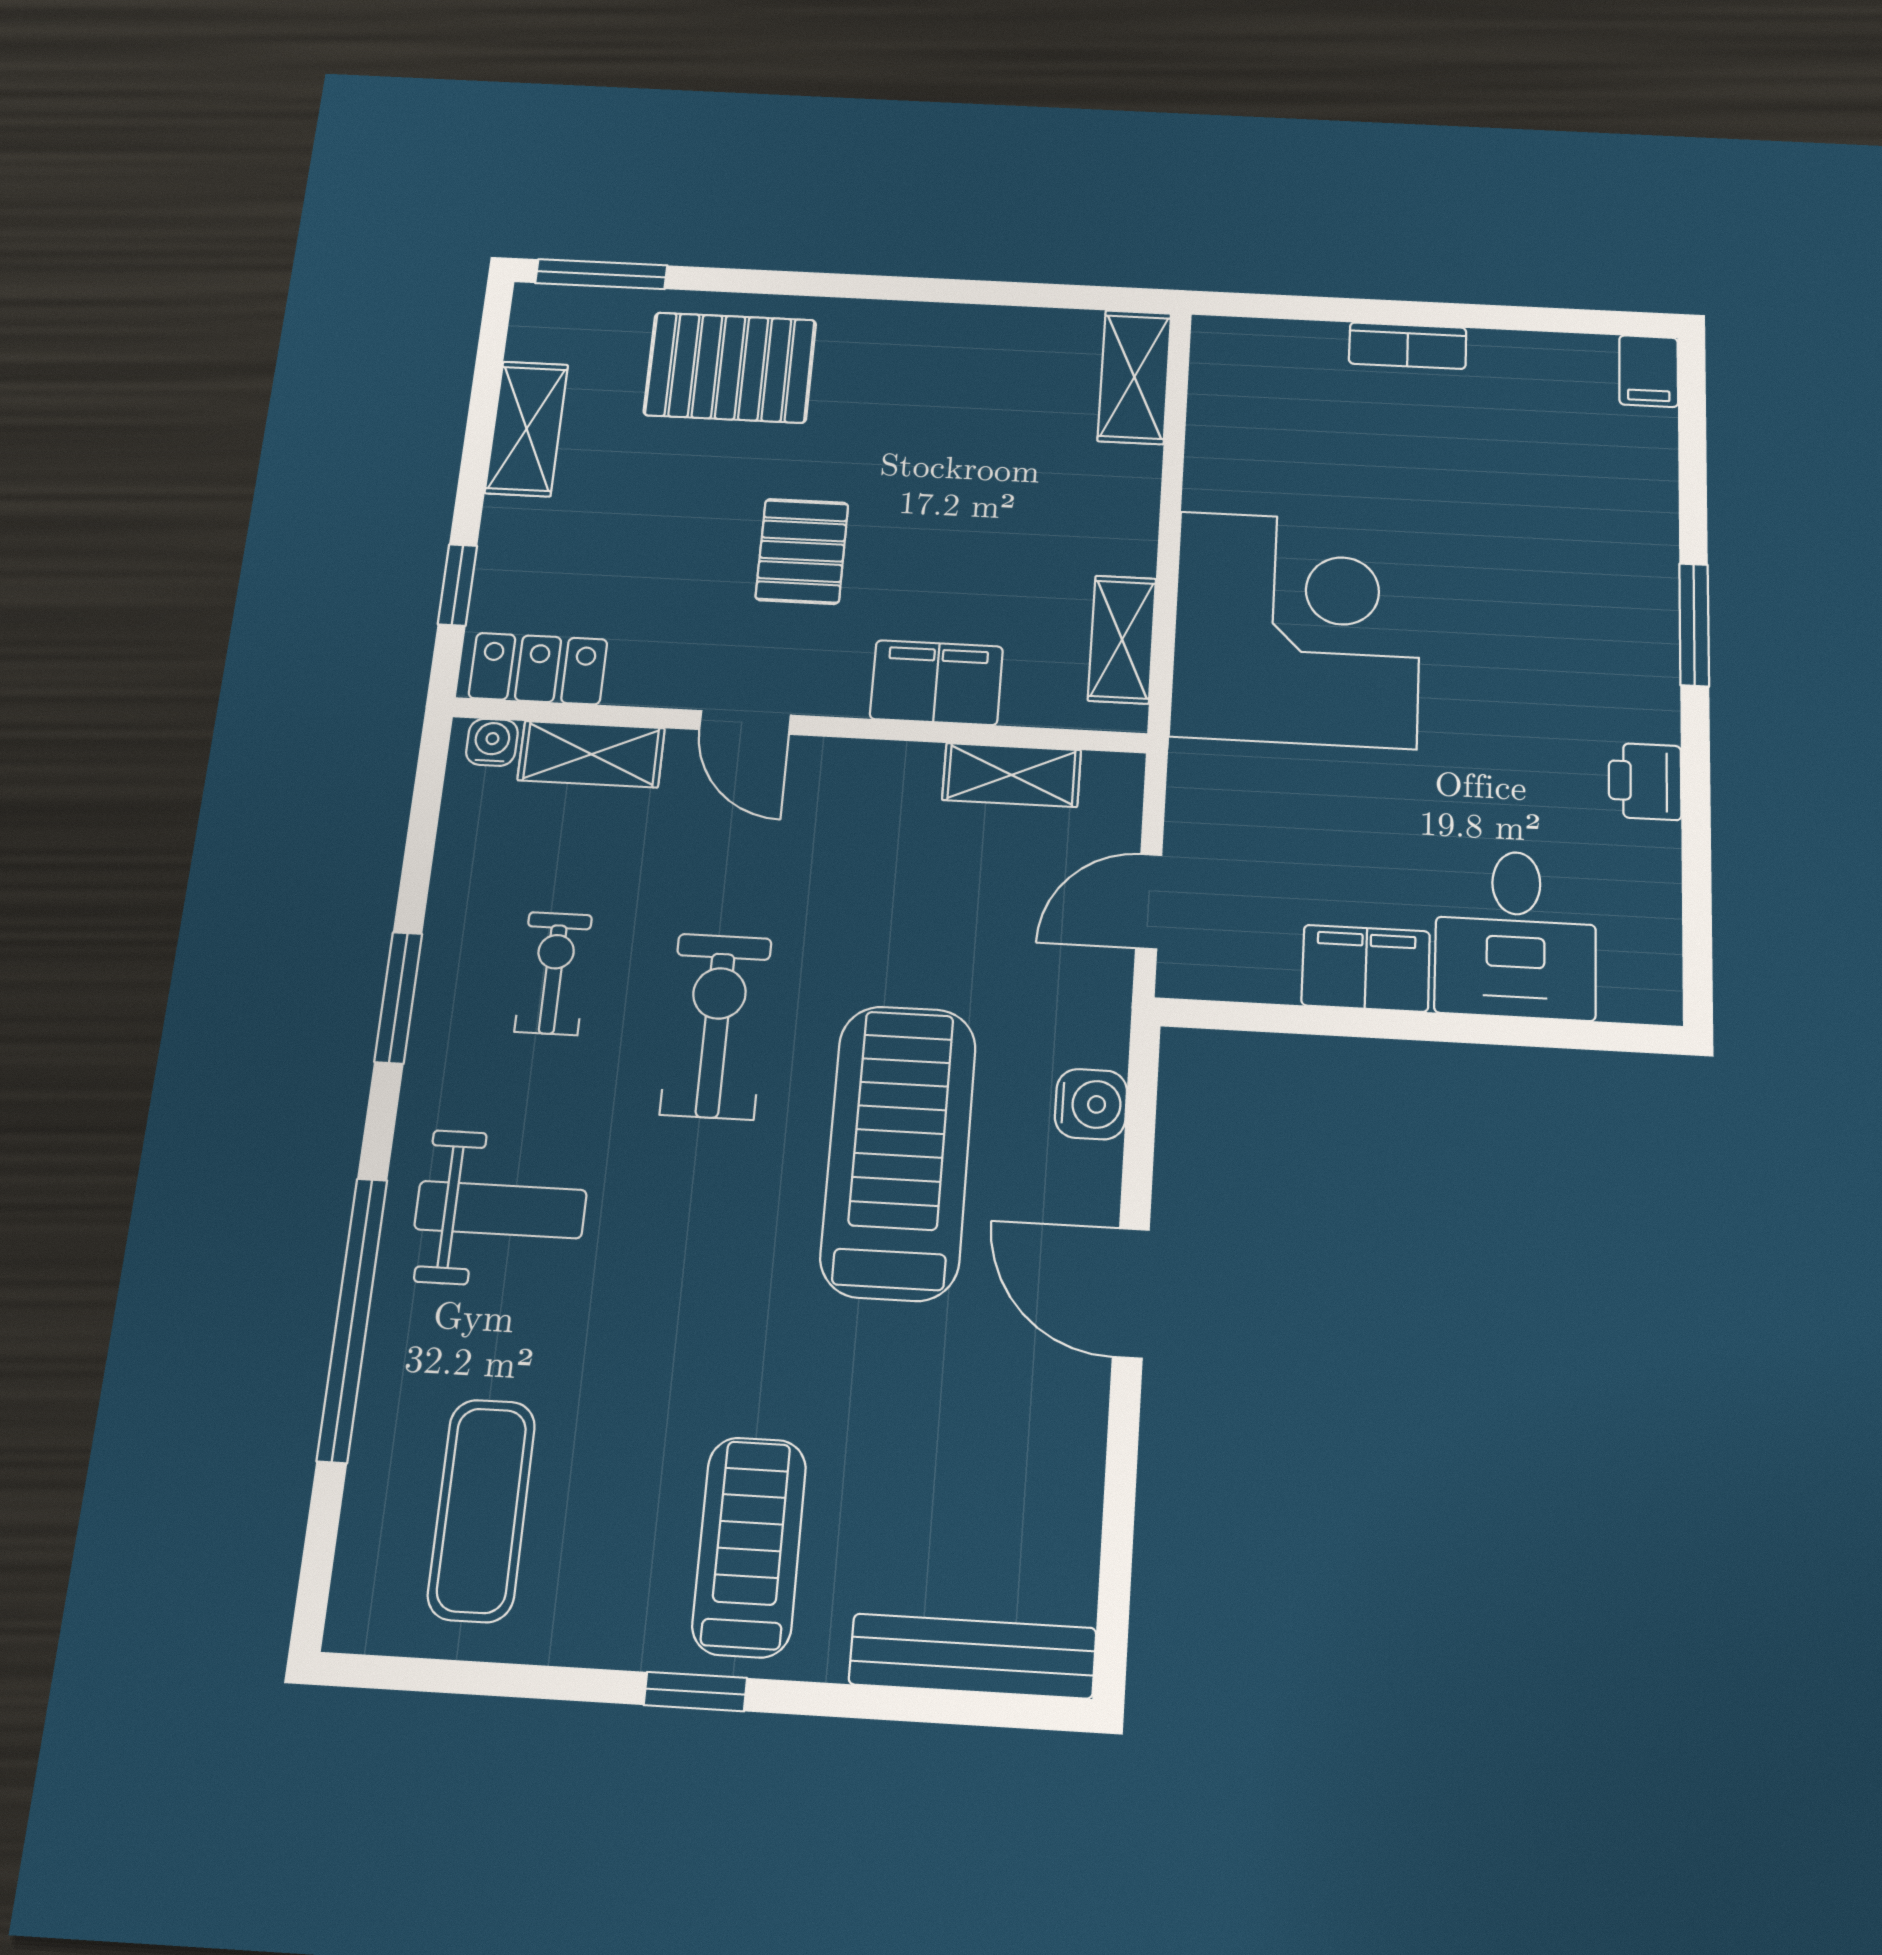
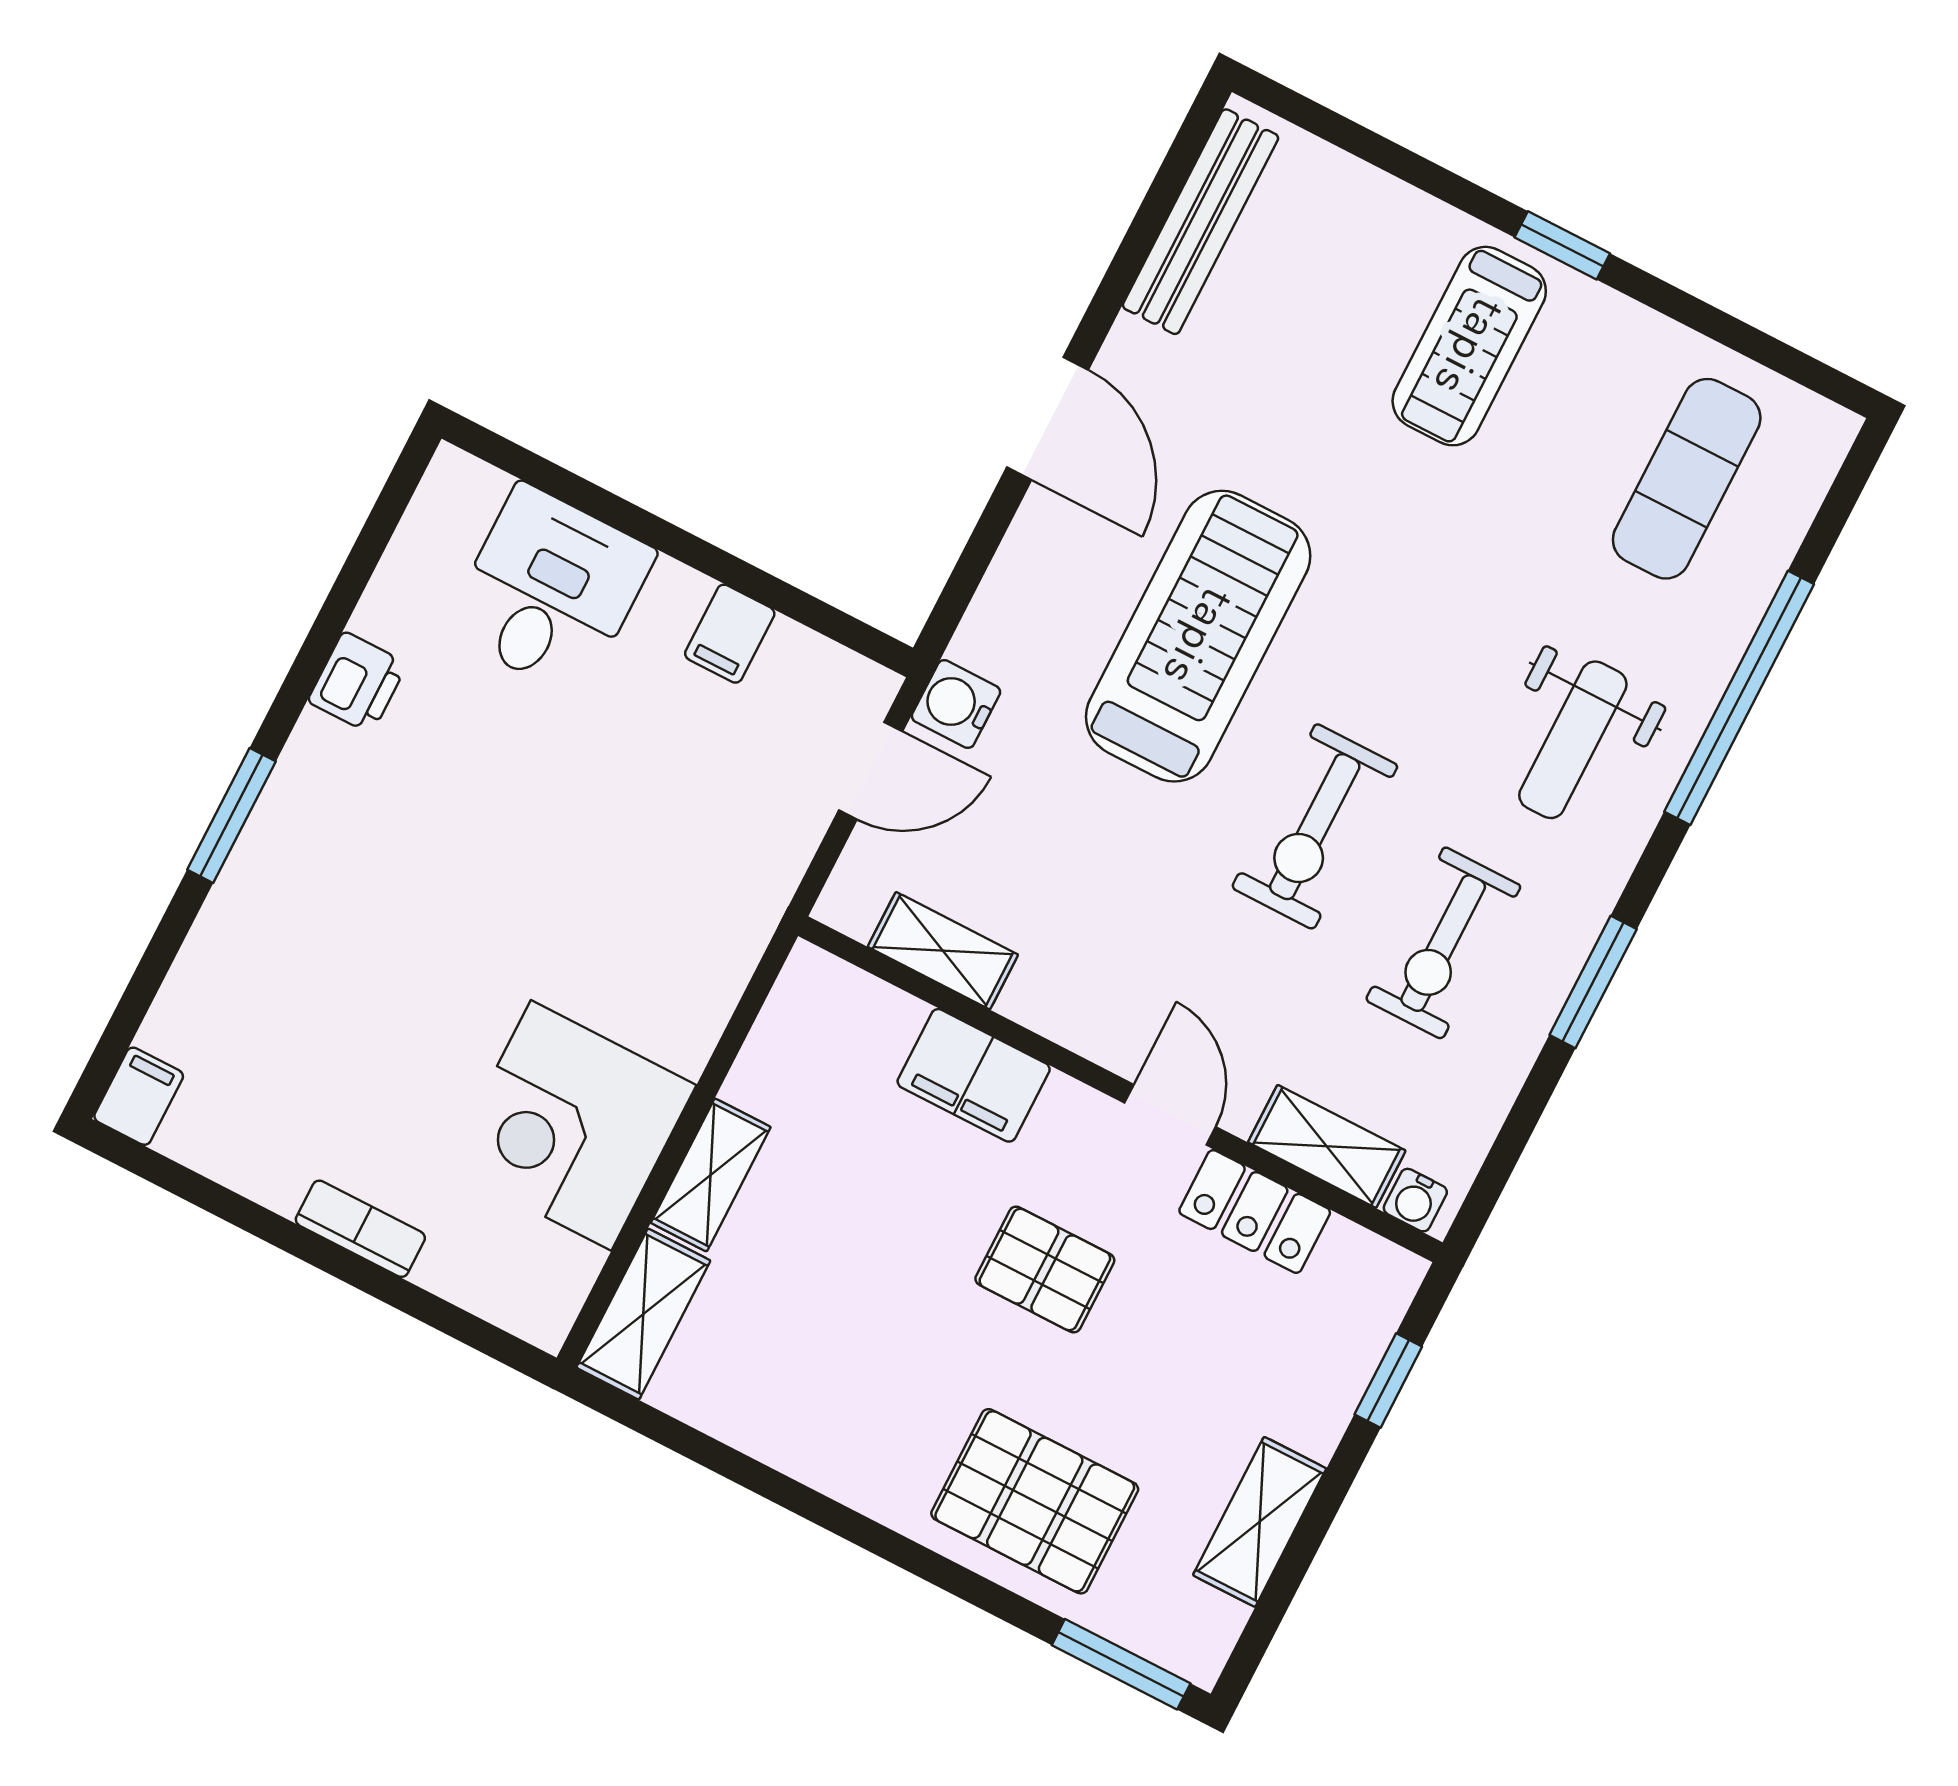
pallet: (802, 551) -> (1045, 1270), turned 90
corner desk: (1297, 629) -> (571, 1125), moved, width x0.74, depth x0.74
shelving: (1122, 639) -> (711, 1175), moved
locker: (538, 669) -> (1255, 1211), moved
filing cabinet: (1366, 968) -> (730, 634), width x0.50
exercise bike: (553, 973) -> (1443, 943), width x1.38, depth x1.39
water cooler: (1091, 1104) -> (956, 704), moved
treadmill: (899, 1152) -> (1198, 636), turned 180
weight bench: (501, 1210) -> (1573, 740), turned -90
bench: (973, 1656) -> (1200, 222), moved, turned 90

